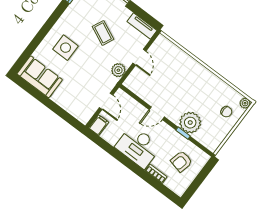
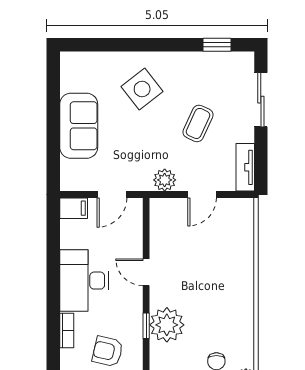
side table: (66, 48) -> (142, 89), turned -38
sofa: (40, 77) -> (79, 126), moved

